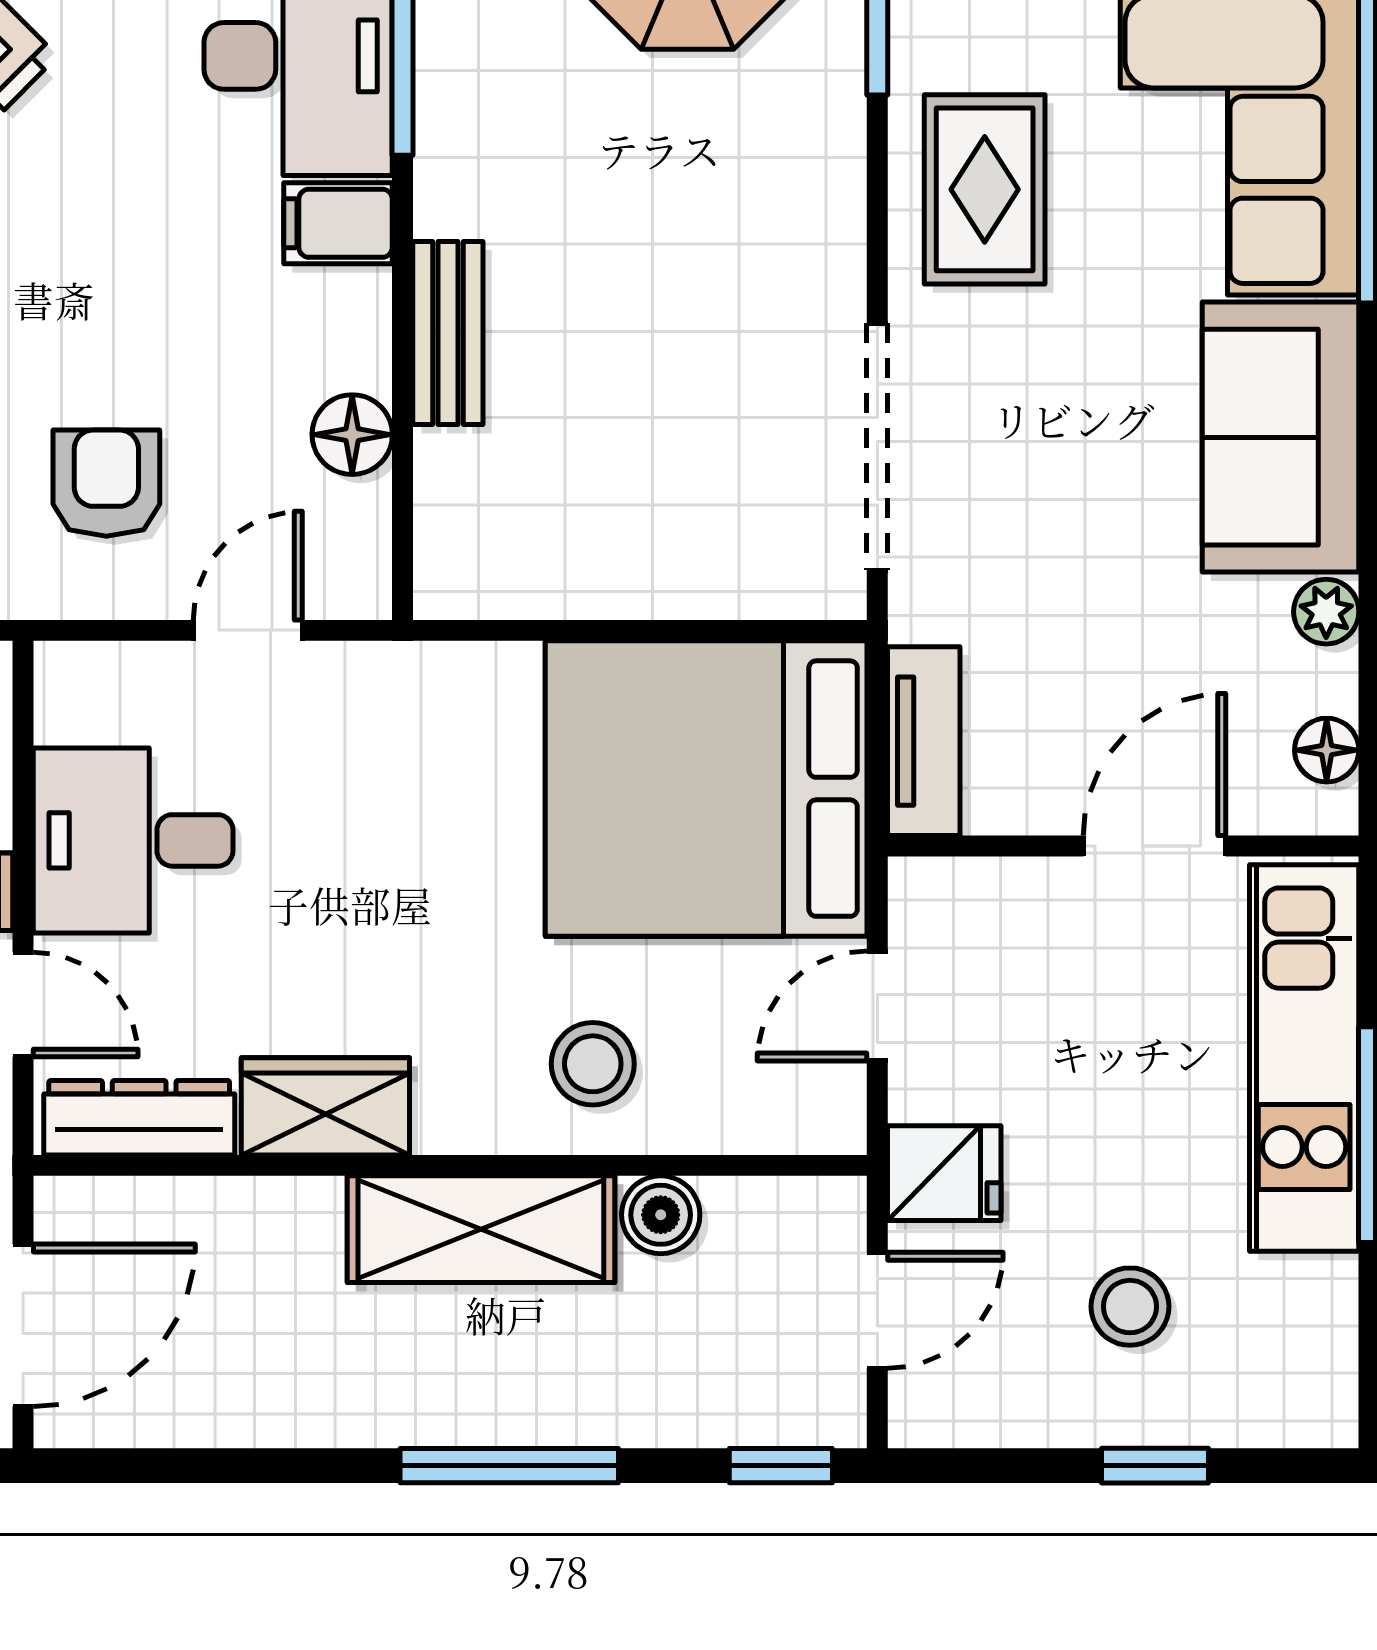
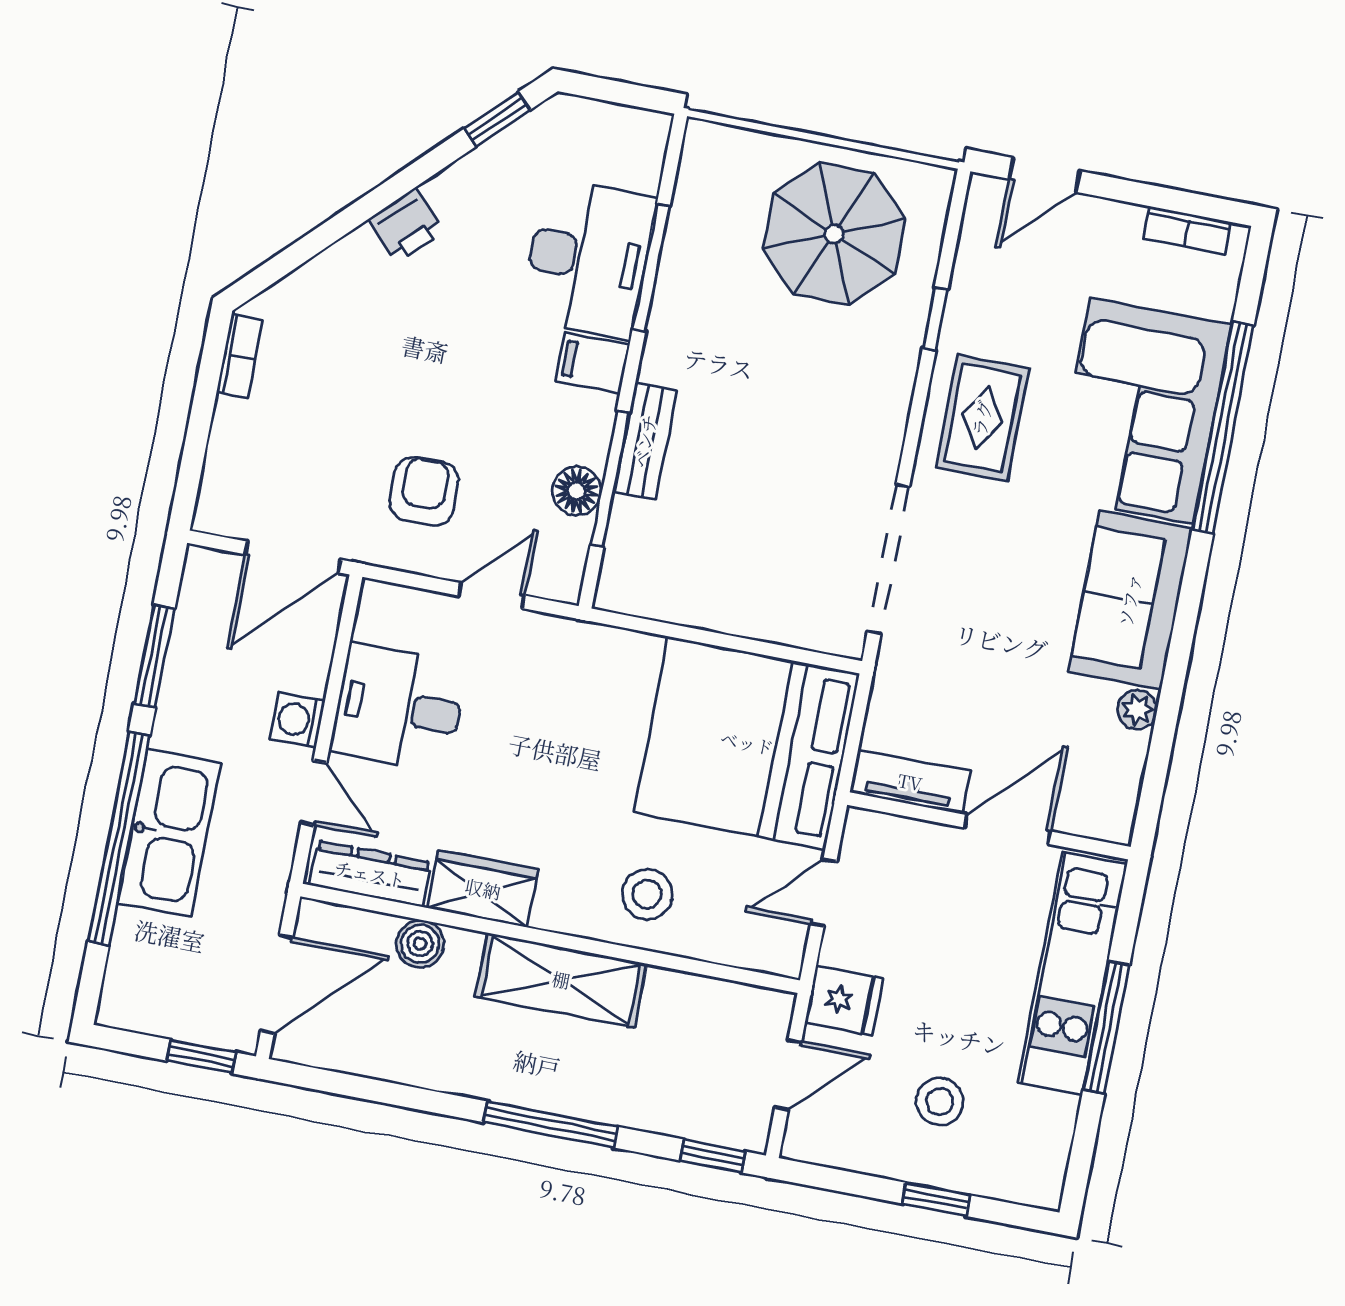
window: (403, 405) -> (610, 479), added
tv unit: (924, 741) -> (910, 782), moved, turned -90
floor lamp: (1327, 750) -> (1122, 792), removed
boiler: (661, 1215) -> (420, 944), moved

